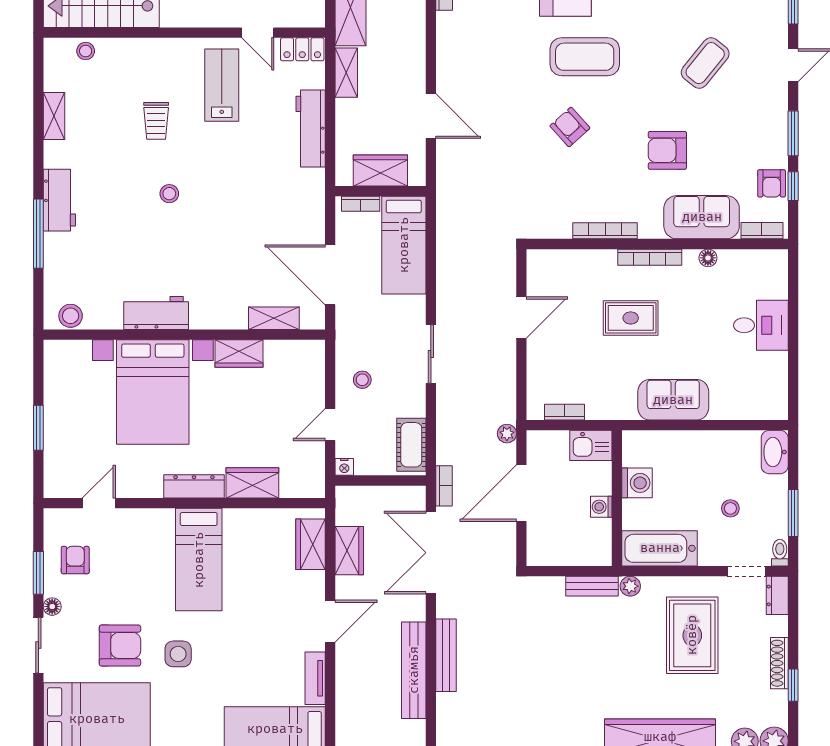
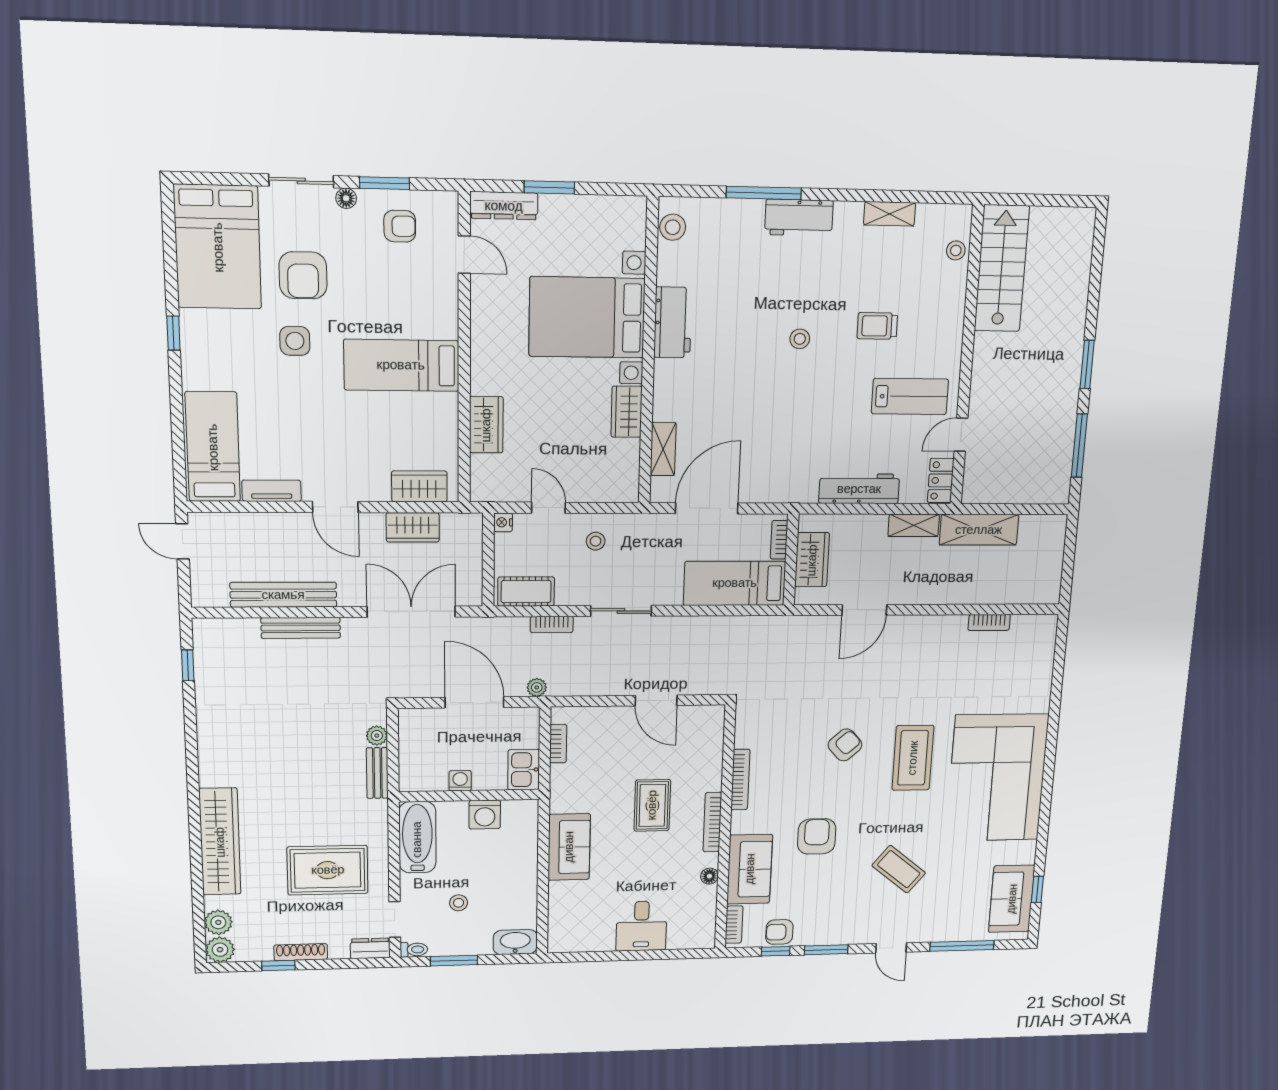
dresser: (194, 486) -> (504, 206), moved, turned 90
bookcase: (444, 486) -> (552, 625), moved
plant: (630, 586) -> (377, 736), moved

